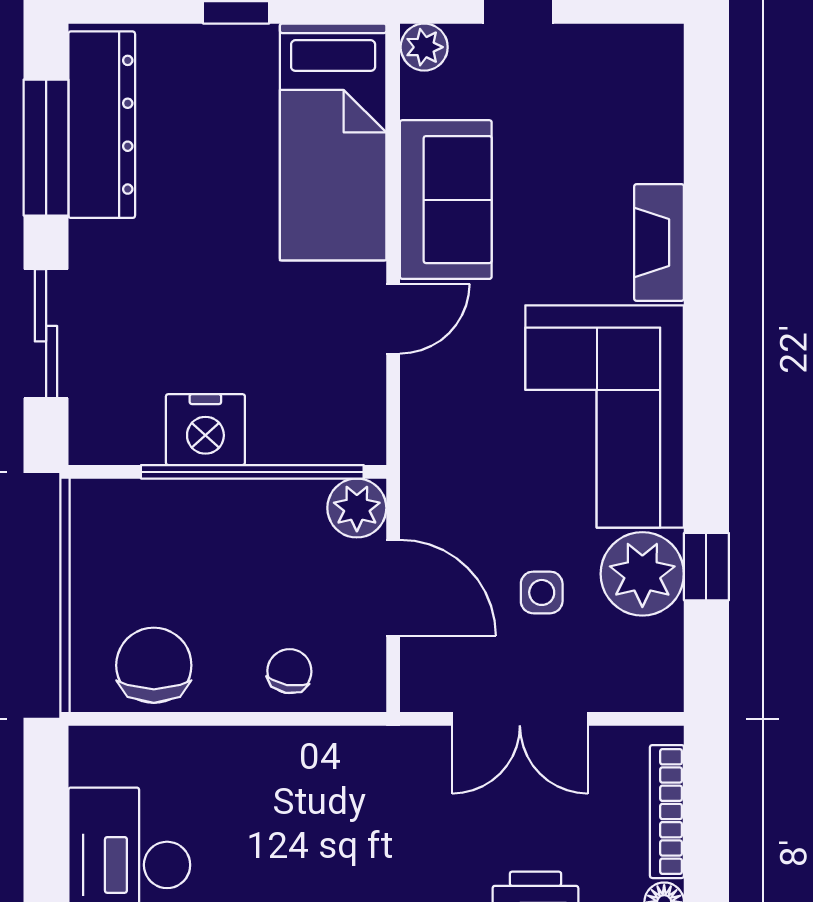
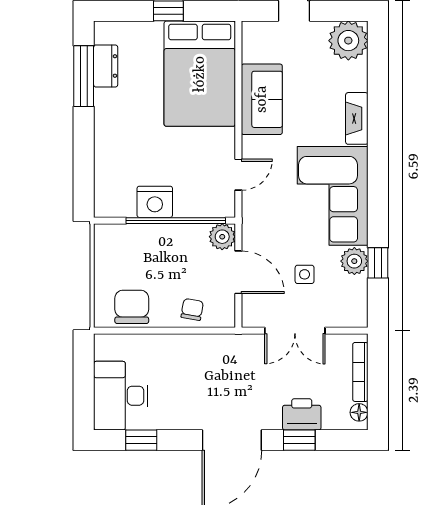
plant: (424, 47) -> (348, 41), moved, width x1.88, depth x1.88
dresser: (102, 125) -> (106, 66), width x0.51, depth x0.80
bed: (333, 142) -> (200, 74), width x1.50
door: (393, 319) -> (238, 175), moved
sliding door: (46, 334) -> (84, 159), removed
plant: (642, 574) -> (354, 261), width x0.73, depth x0.73

